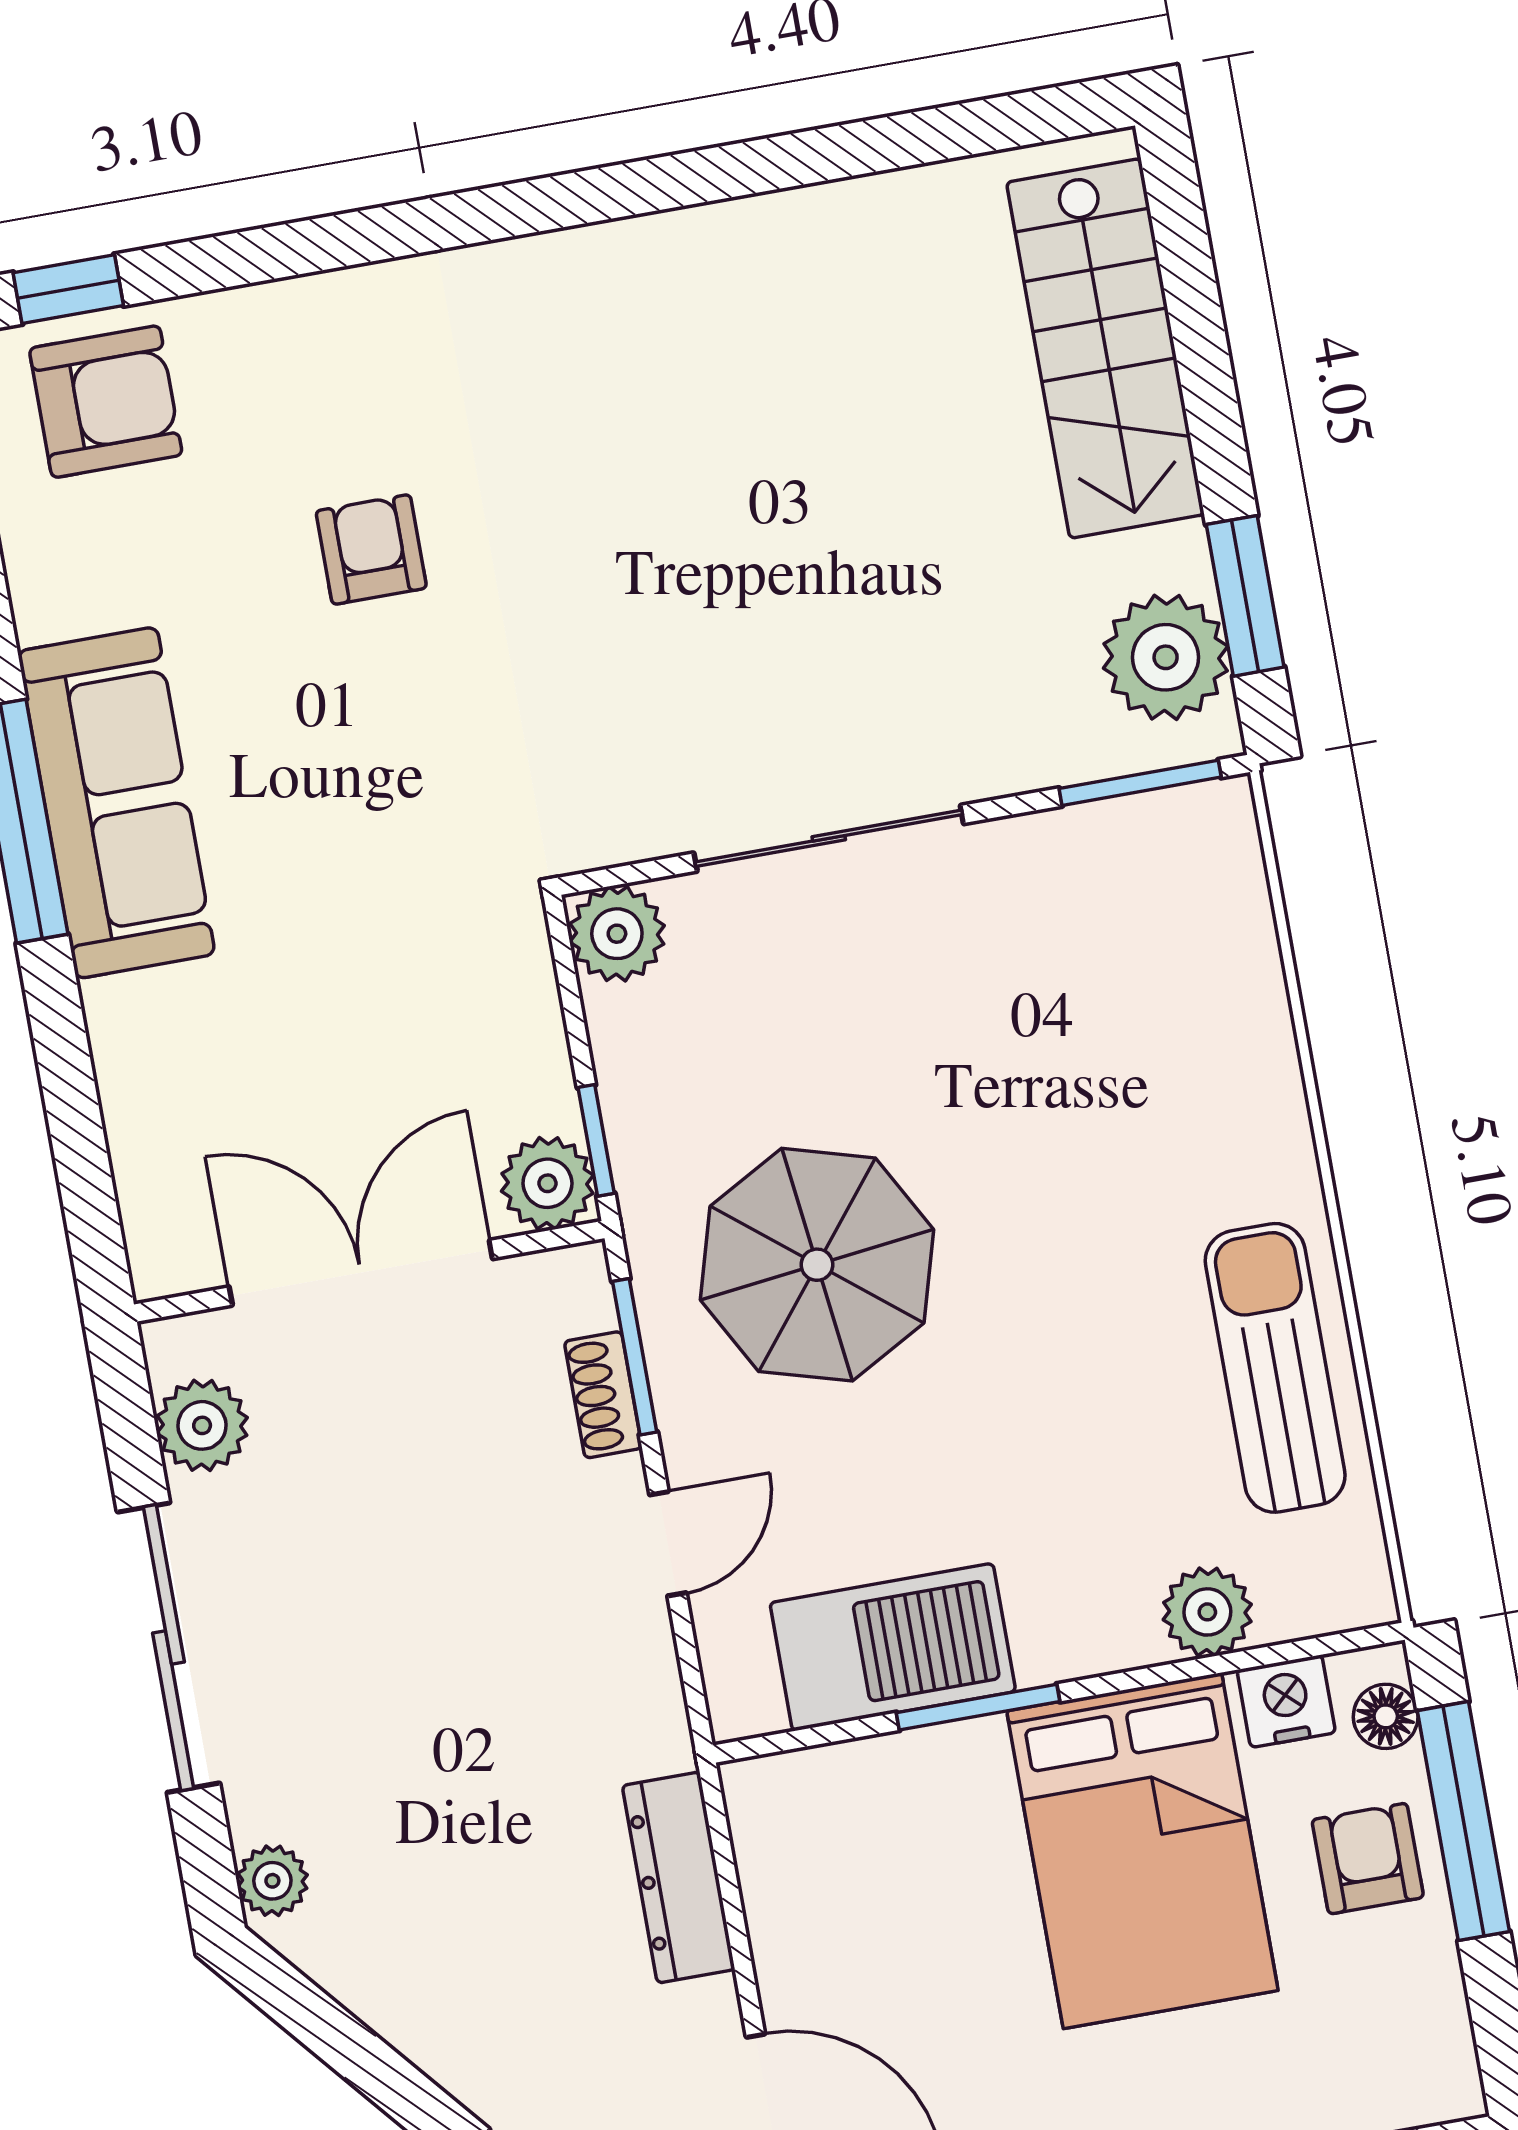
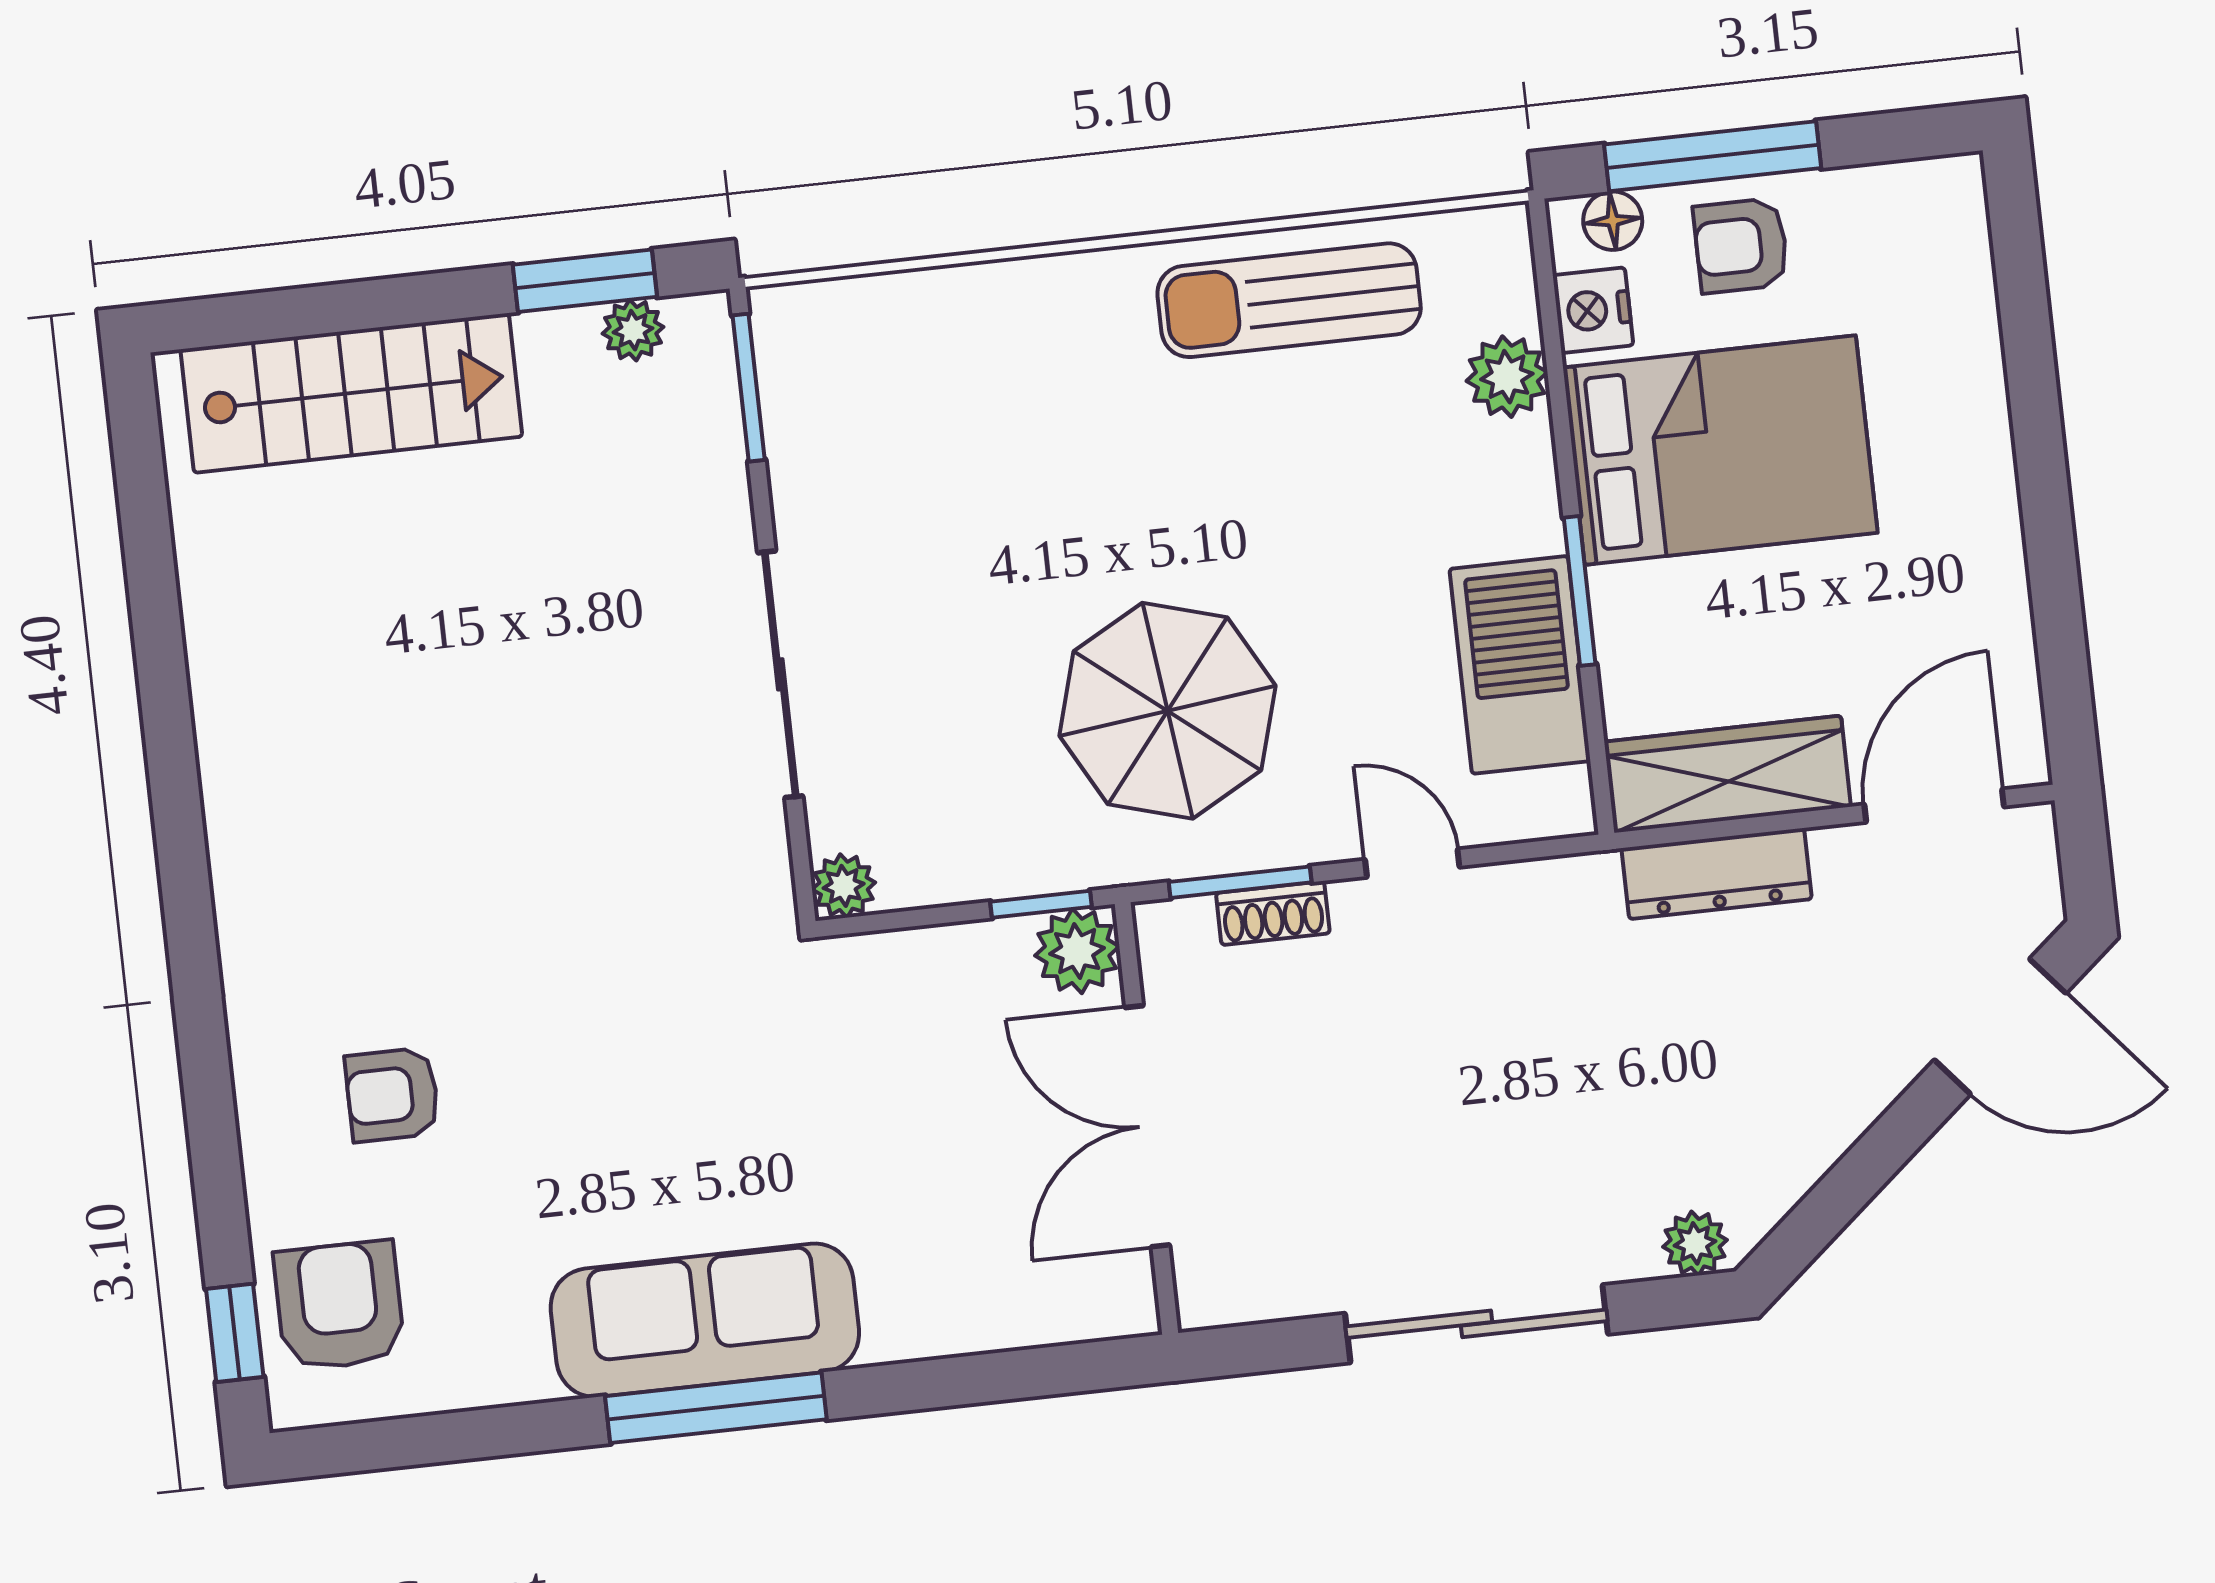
armchair: (371, 550) -> (392, 1095), moved
plant: (1166, 657) -> (633, 330), width x0.53, depth x0.53
plant: (617, 934) -> (844, 886), width x0.73, depth x0.73
plant: (202, 1425) -> (1276, 1280), removed
wardrobe: (788, 1882) -> (1728, 774), added

